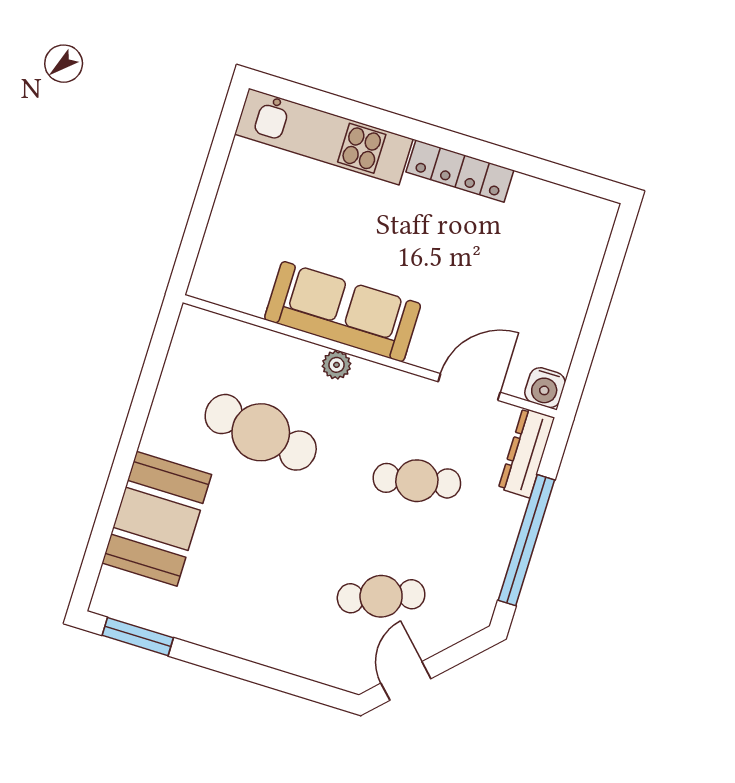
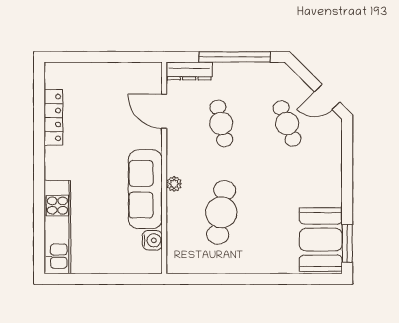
locker: (460, 171) -> (53, 117), moved
water cooler: (545, 388) -> (152, 240), moved
booth: (157, 519) -> (321, 240), moved, turned 90

